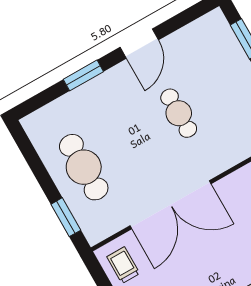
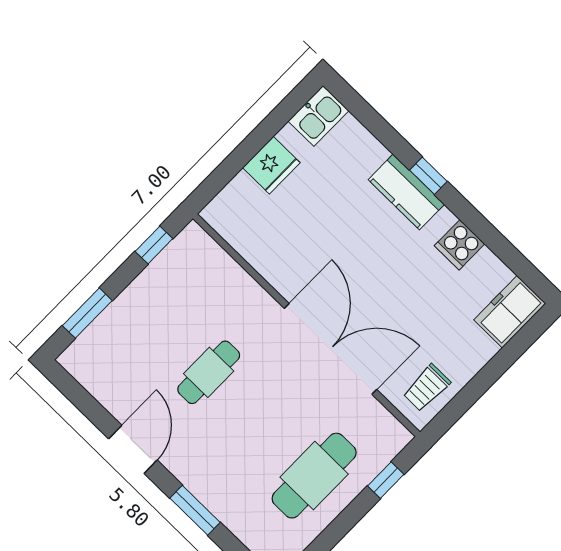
door: (139, 44) -> (133, 449), hinge flipped
window: (66, 217) -> (386, 480), width x0.67

